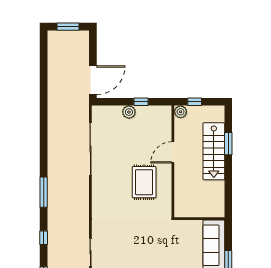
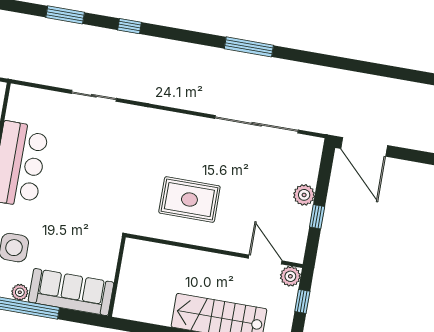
door: (173, 152) -> (265, 260), moved
window: (44, 192) -> (249, 47), moved

